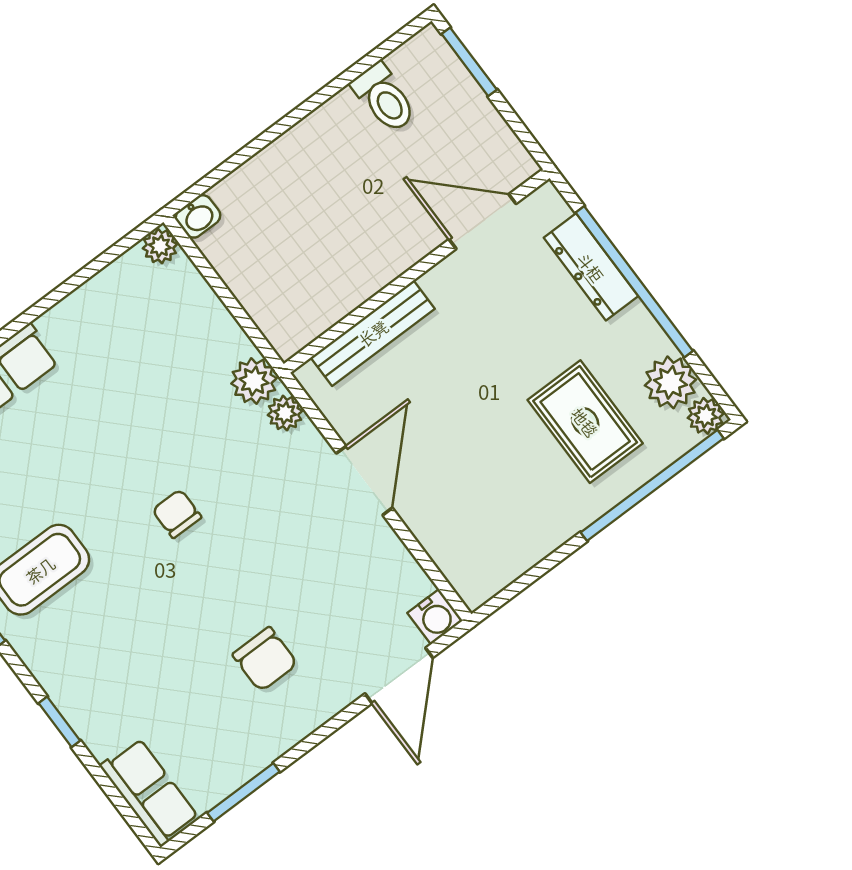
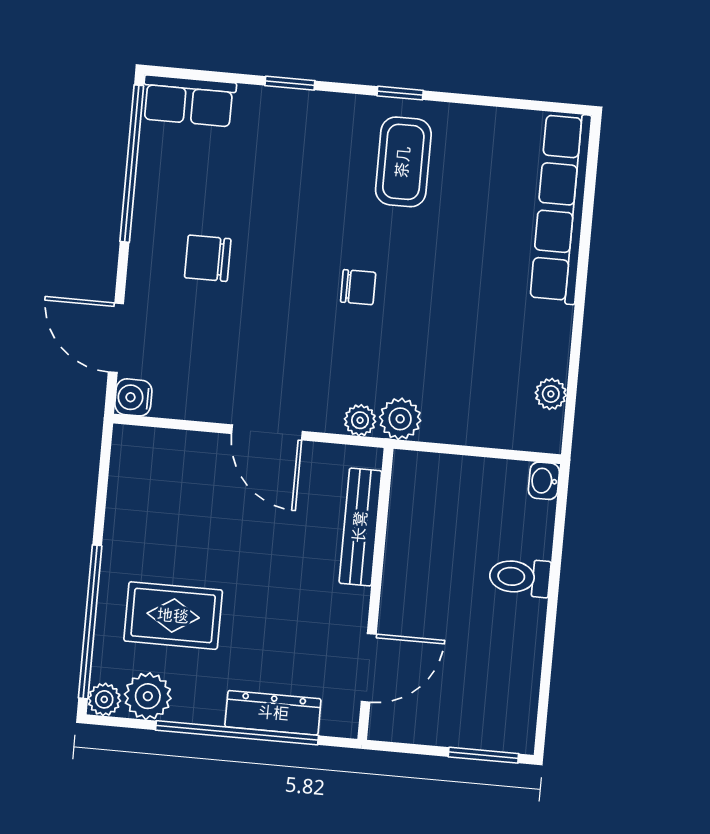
toilet: (384, 98) -> (520, 577), moved
plant: (160, 246) -> (551, 394), moved
window: (243, 792) -> (132, 164), width x2.11

